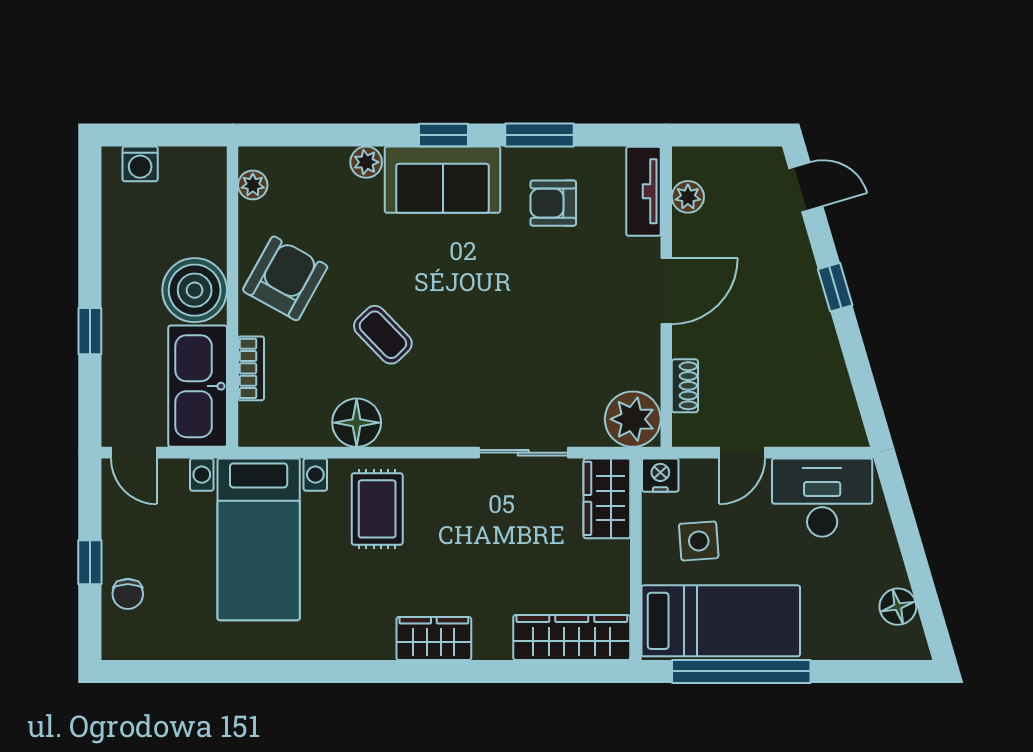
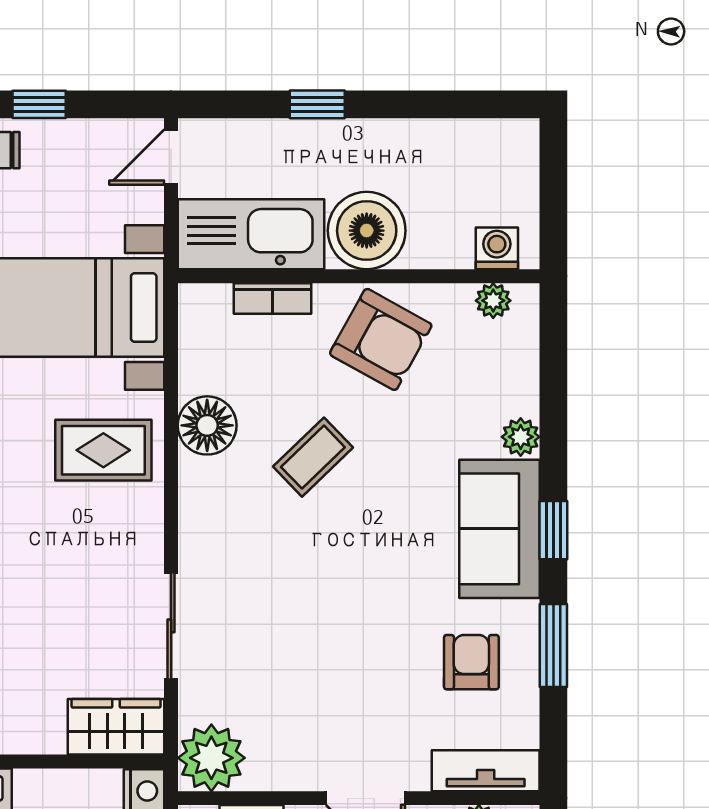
washing machine: (140, 164) -> (497, 248), moved, turned 90

